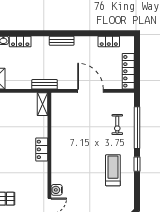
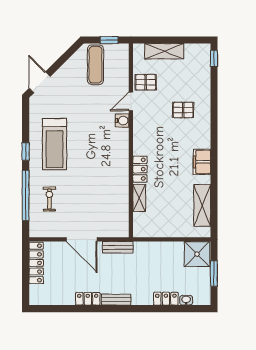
locker: (109, 41) -> (88, 299), moved
bench: (45, 84) -> (118, 247), moved
shelving: (42, 104) -> (139, 198), moved
treadmill: (113, 170) -> (55, 144), width x1.37, depth x1.38

